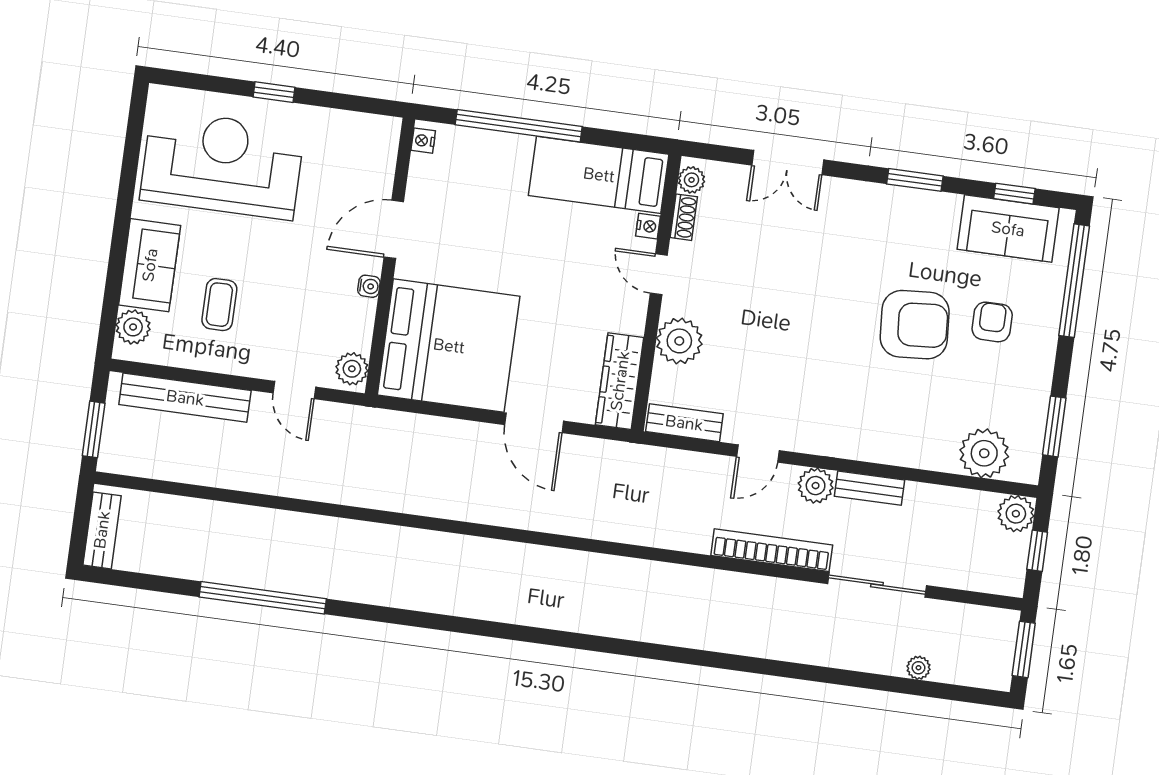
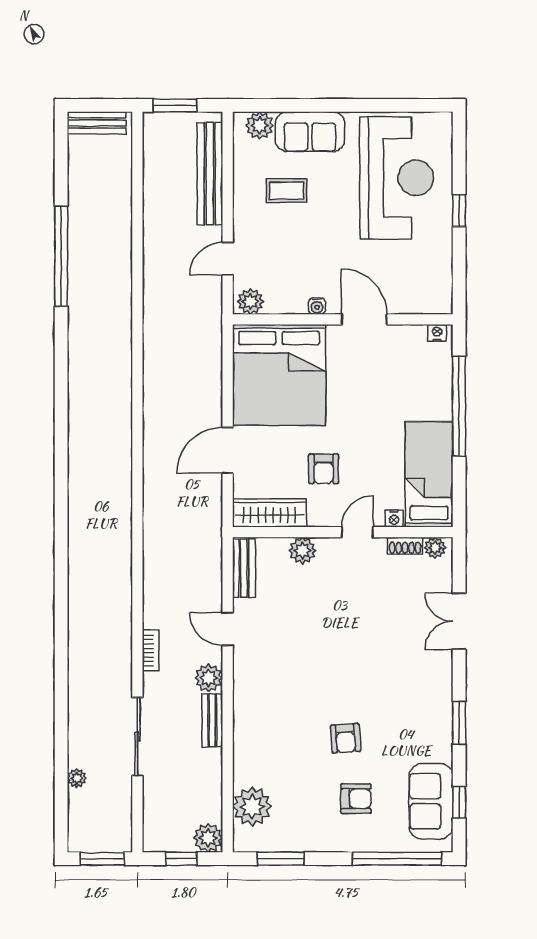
armchair: (574, 306) -> (324, 469), added
armchair: (915, 325) -> (345, 738), width x0.53, depth x0.53
plant: (679, 341) -> (303, 551), width x0.73, depth x0.73
bookcase: (772, 550) -> (151, 650), width x0.43, depth x0.76

